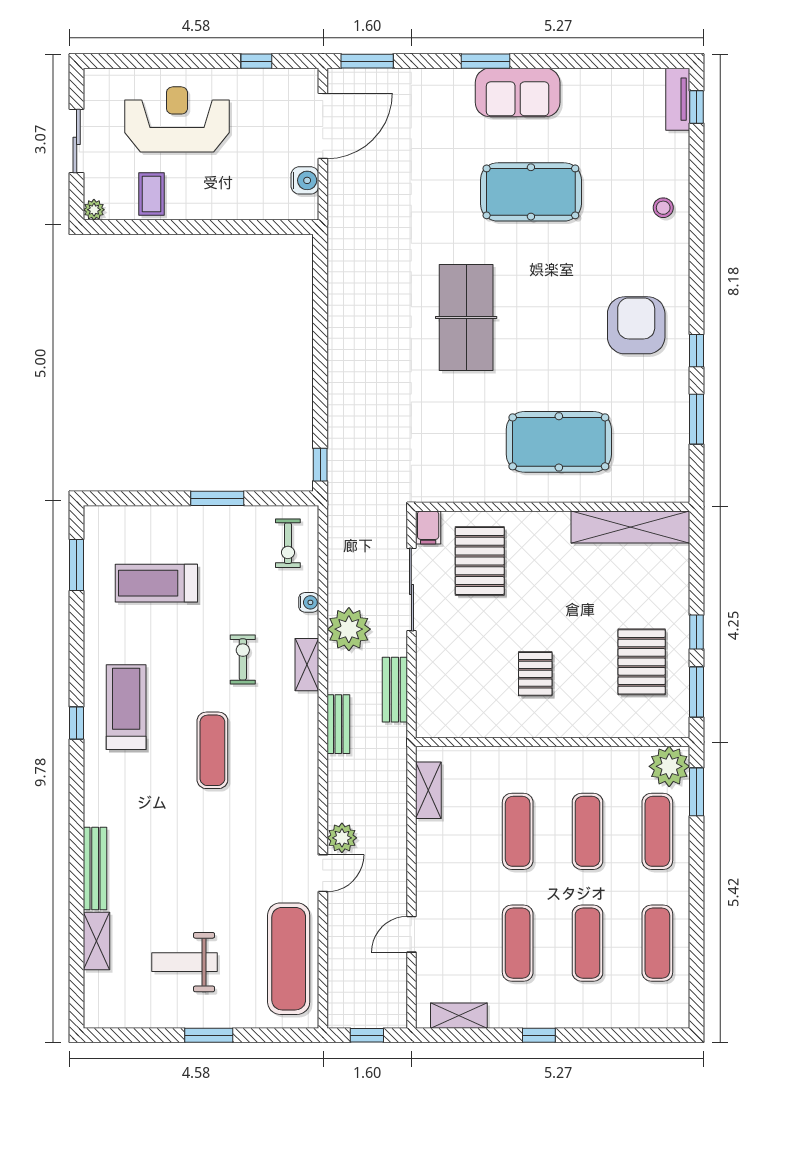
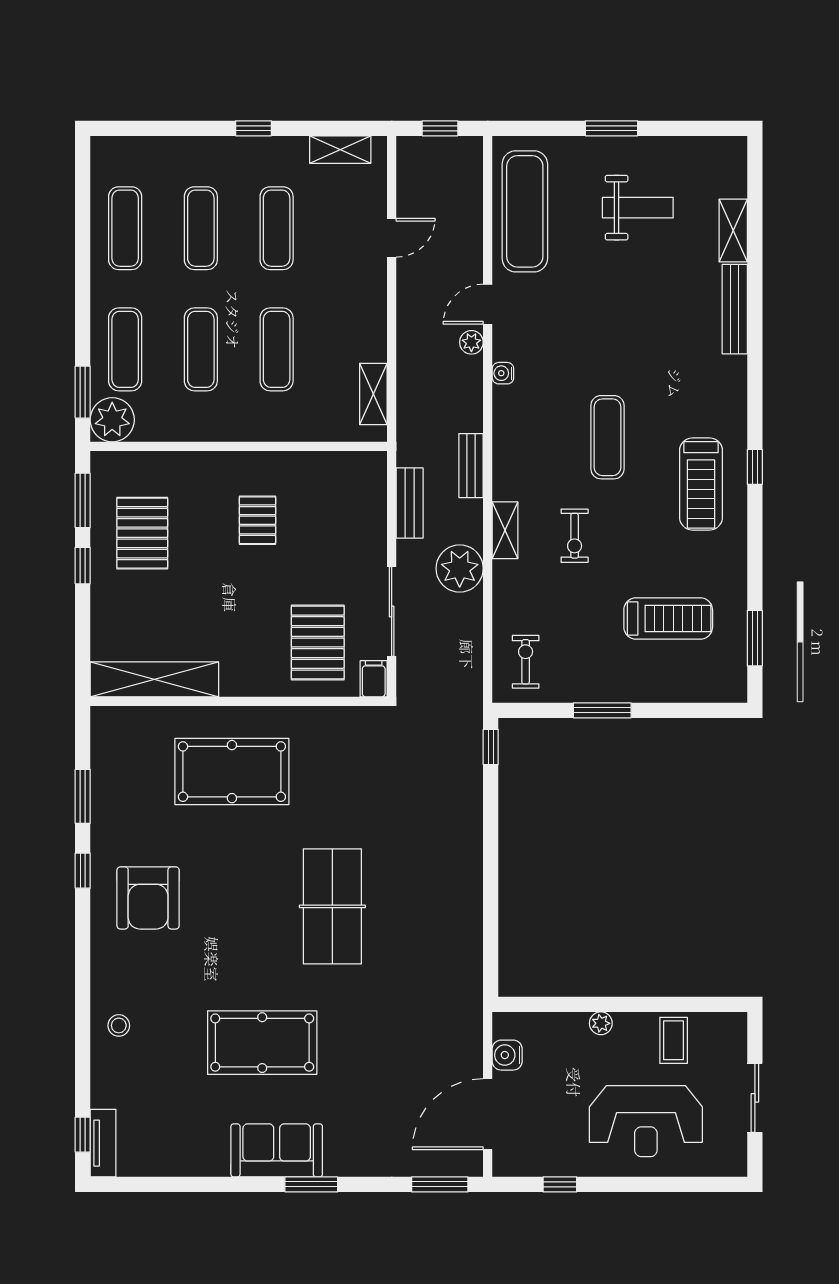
plant: (94, 210) -> (601, 1023), moved
water cooler: (309, 602) -> (503, 373), moved
plant: (342, 838) -> (471, 342), width x0.73, depth x0.73

